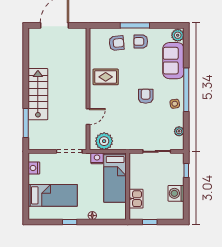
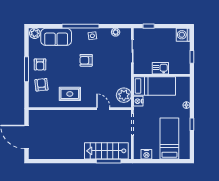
rug: (106, 77) -> (70, 94), turned 90
stairs: (38, 94) -> (106, 151), moved
washing machine: (176, 193) -> (183, 35), moved, turned 90
kitchen sink: (136, 199) -> (160, 68), moved

